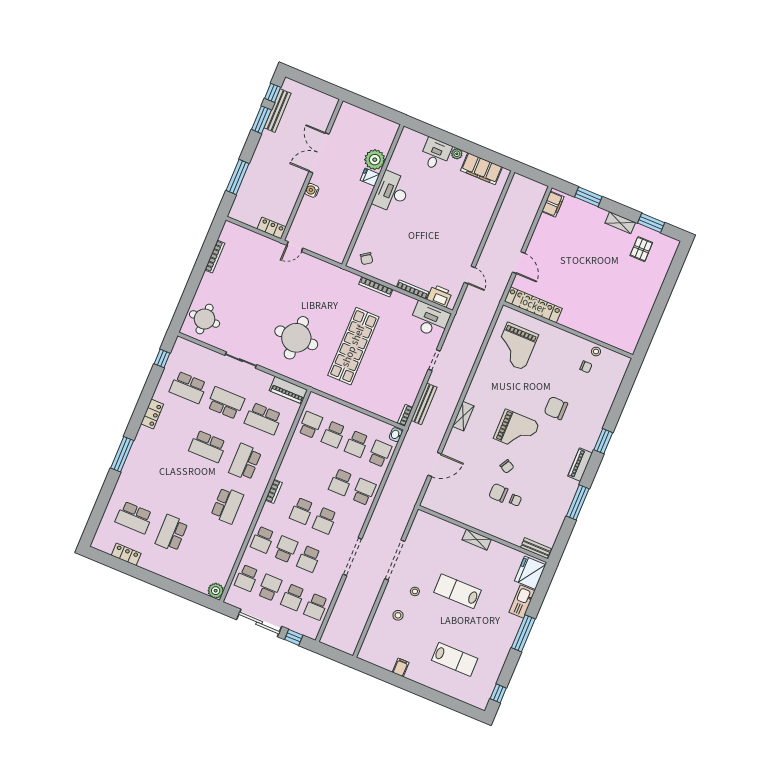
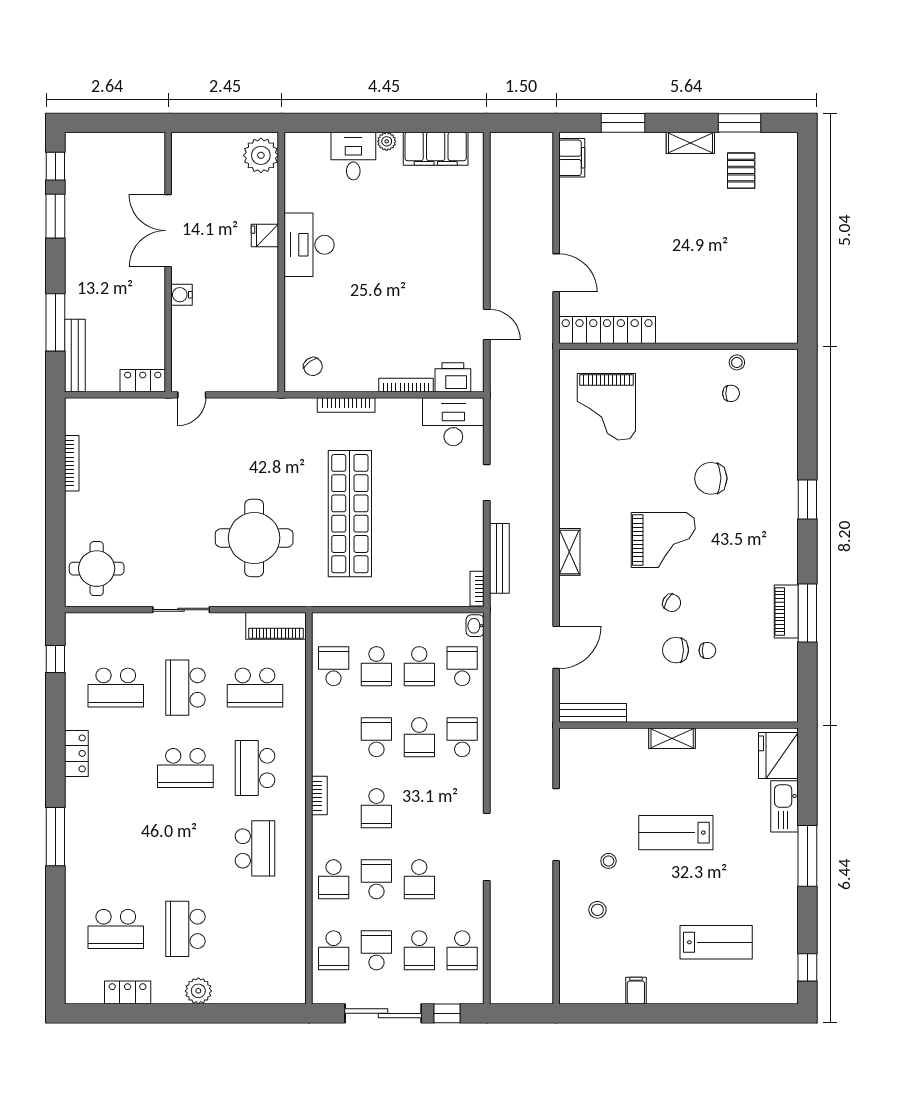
bench: (278, 111) -> (75, 356), moved
plant: (375, 160) -> (261, 155), moved
school desk: (226, 403) -> (185, 688), turned -90
piano: (580, 465) -> (786, 612), moved
school desk: (325, 521) -> (376, 737), moved, turned 180
bench: (536, 548) -> (593, 713), moved, width x1.36
plant: (216, 591) -> (198, 991), moved

